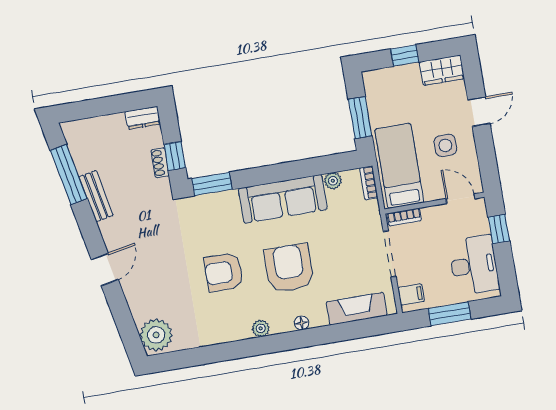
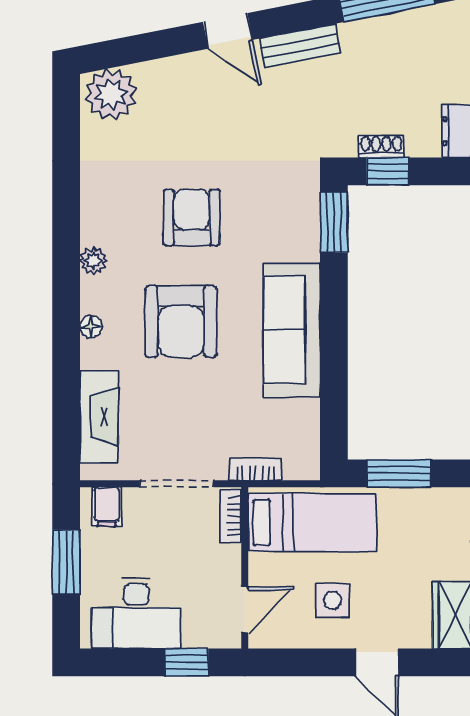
plant: (333, 181) -> (307, 414), removed
bookcase: (369, 183) -> (256, 470), moved
bench: (96, 196) -> (300, 46), moved
armchair: (289, 268) -> (181, 321), turned 90

